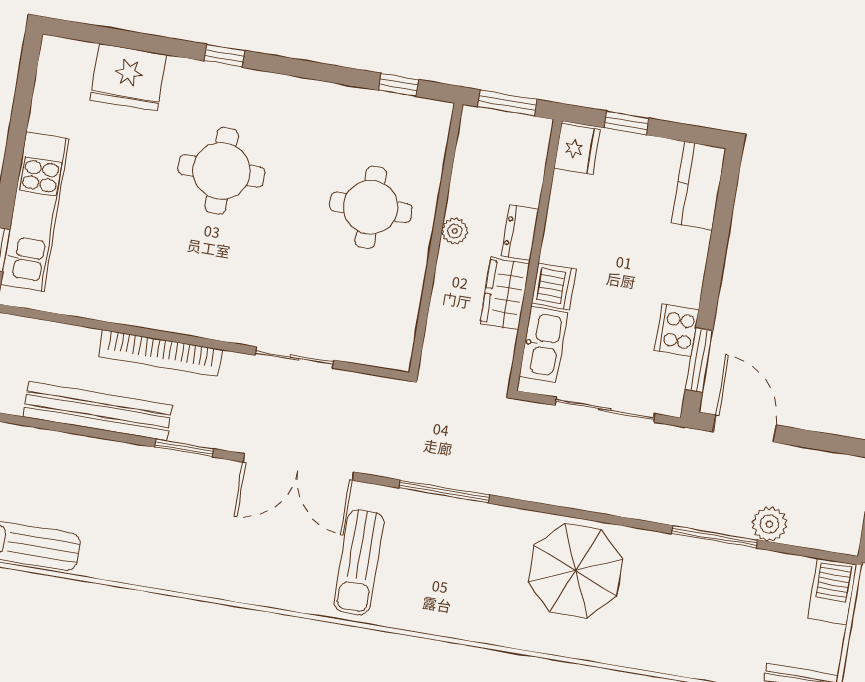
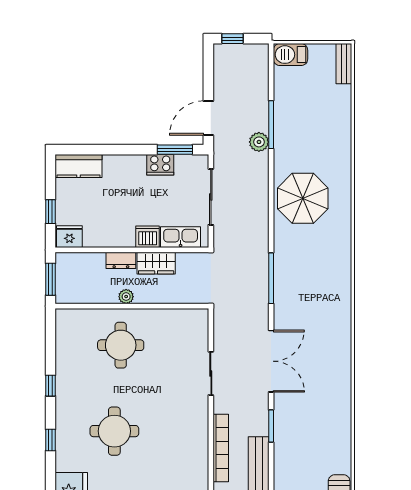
window: (398, 85) -> (50, 386), moved
plant: (769, 524) -> (259, 142), moved
sun lounger: (359, 562) -> (318, 319), removed

